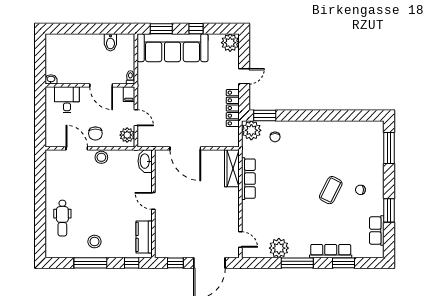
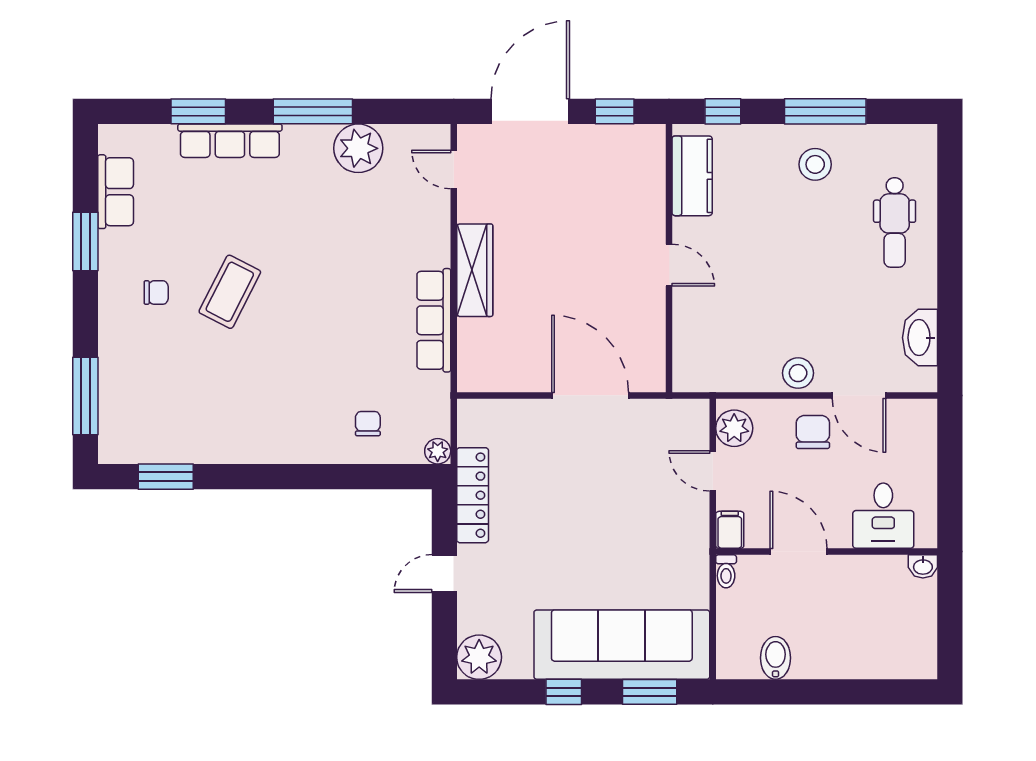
window: (265, 116) -> (166, 477), moved
plant: (251, 130) -> (438, 451), width x0.53, depth x0.53
washbasin: (145, 161) -> (920, 338), moved, turned 180
wardrobe: (232, 168) -> (475, 270), moved
dental chair: (62, 218) -> (895, 222), turned 180

